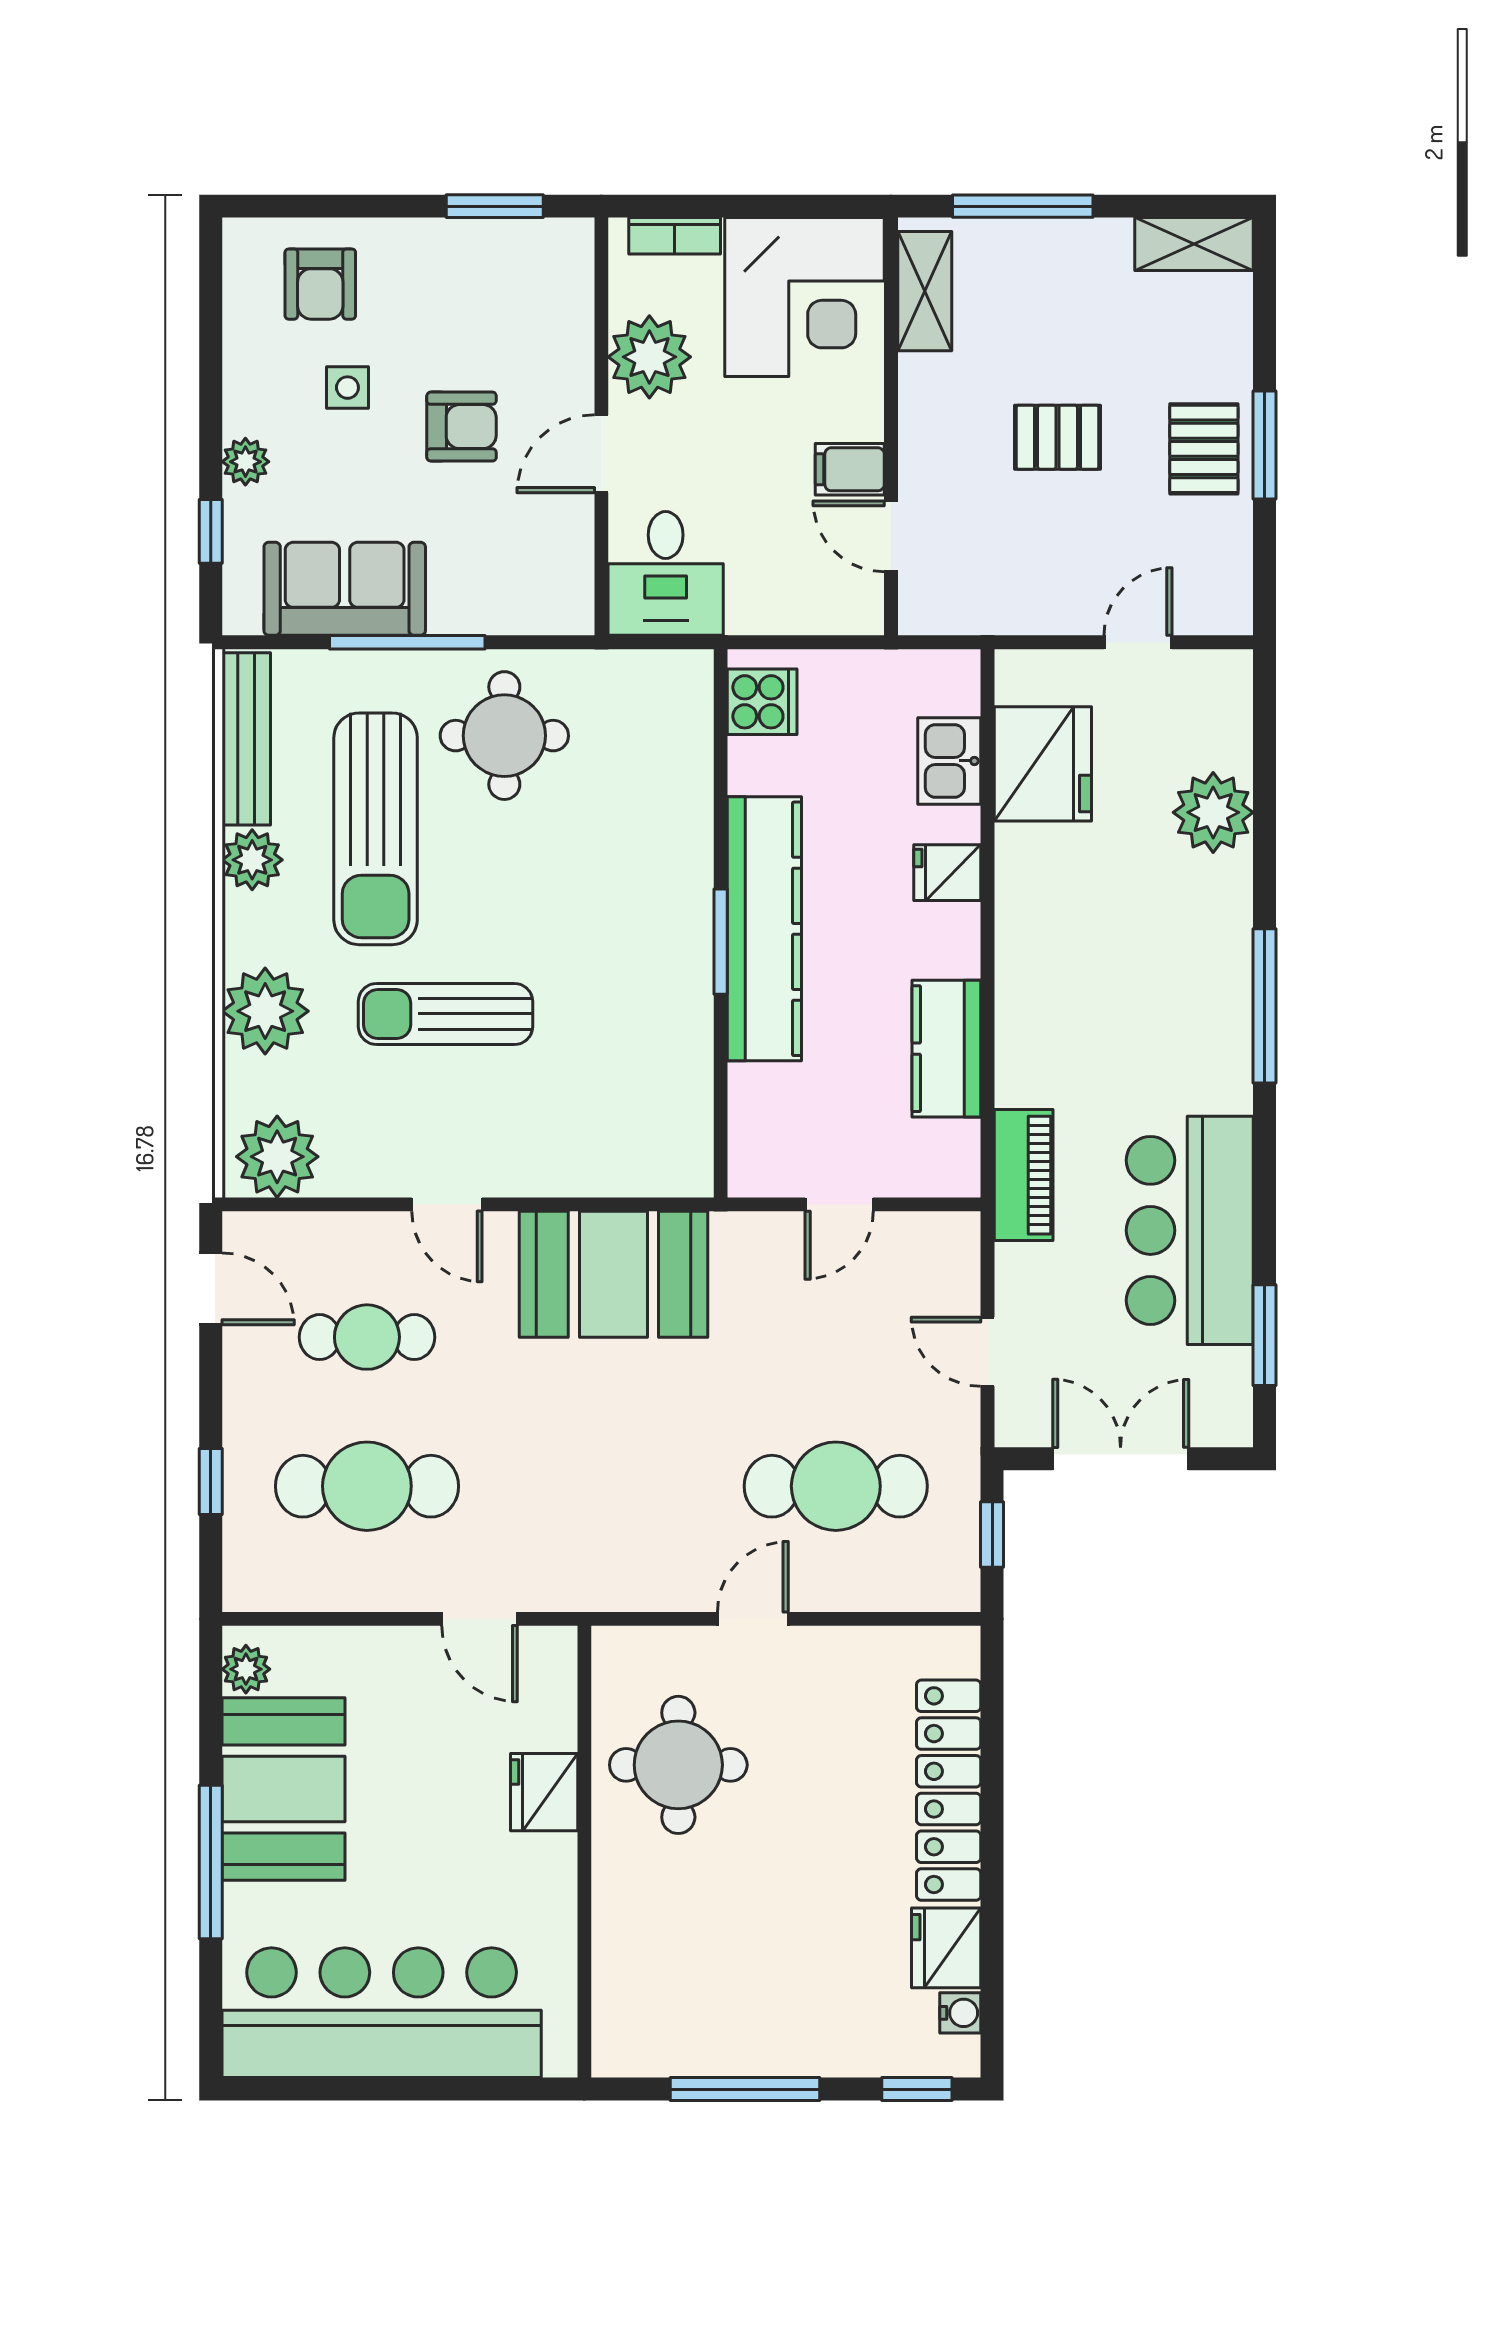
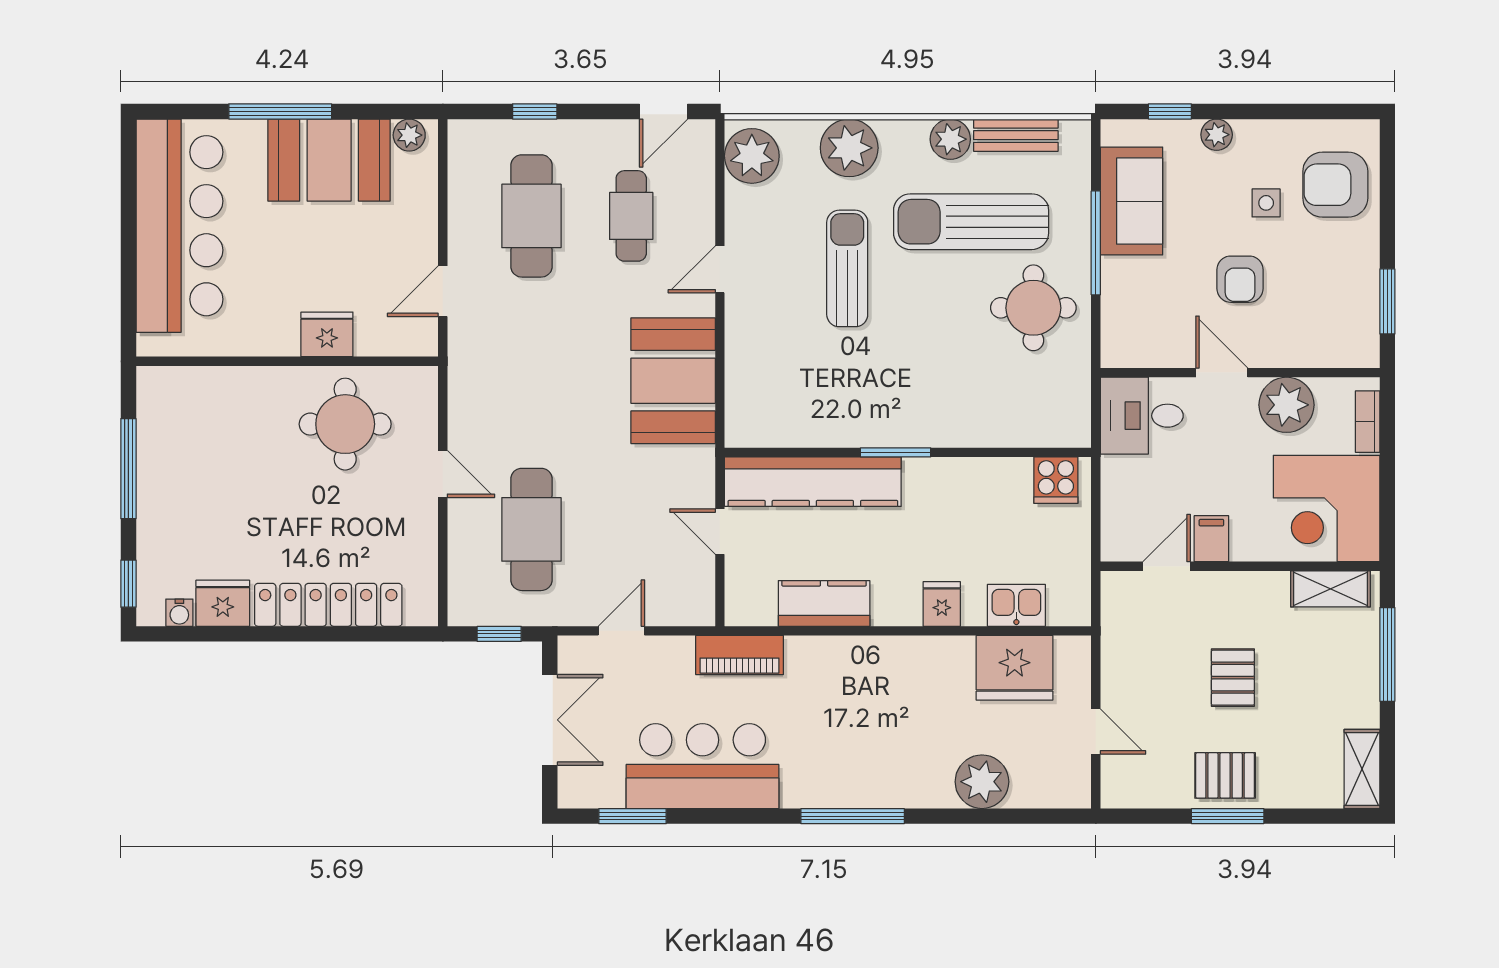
armchair: (320, 284) -> (1335, 185), width x1.38, depth x1.38
bench: (246, 739) -> (1016, 135), width x0.73
kitchen counter: (764, 929) -> (813, 482), moved

